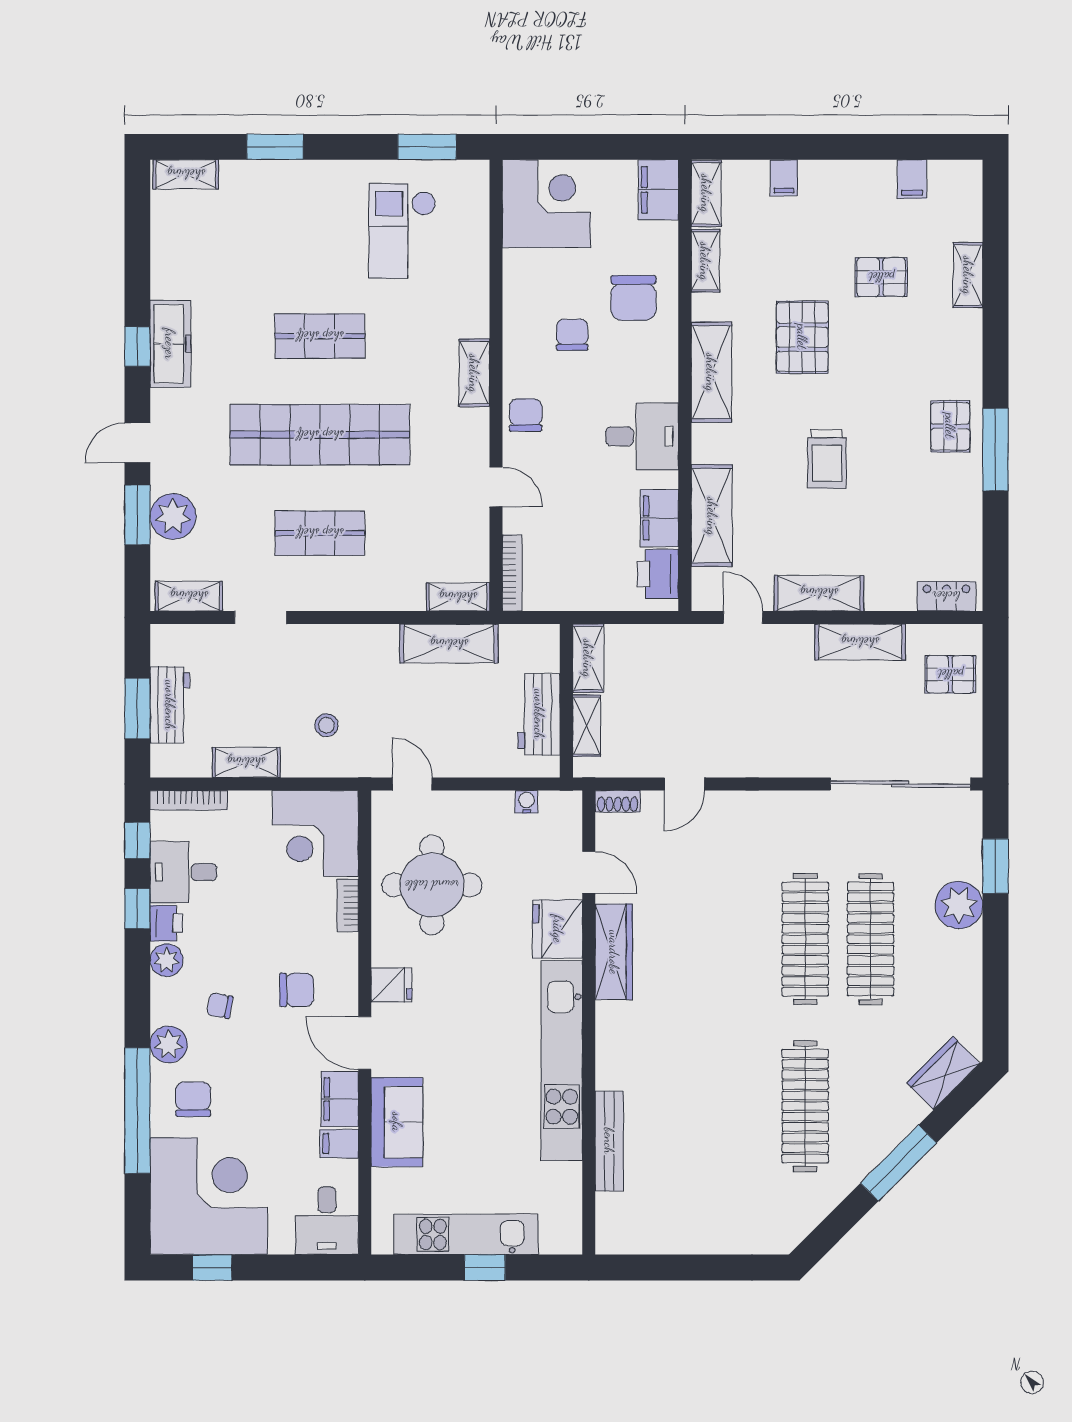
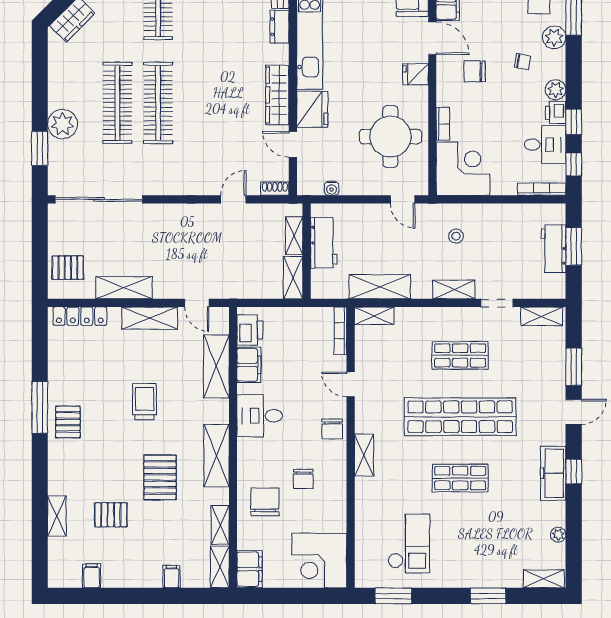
plant: (173, 516) -> (558, 535), moved, width x0.53, depth x0.53
locker: (946, 596) -> (80, 316), width x1.53
shelving: (246, 762) -> (454, 290), moved
dresser: (610, 1062) -> (279, 27), added

